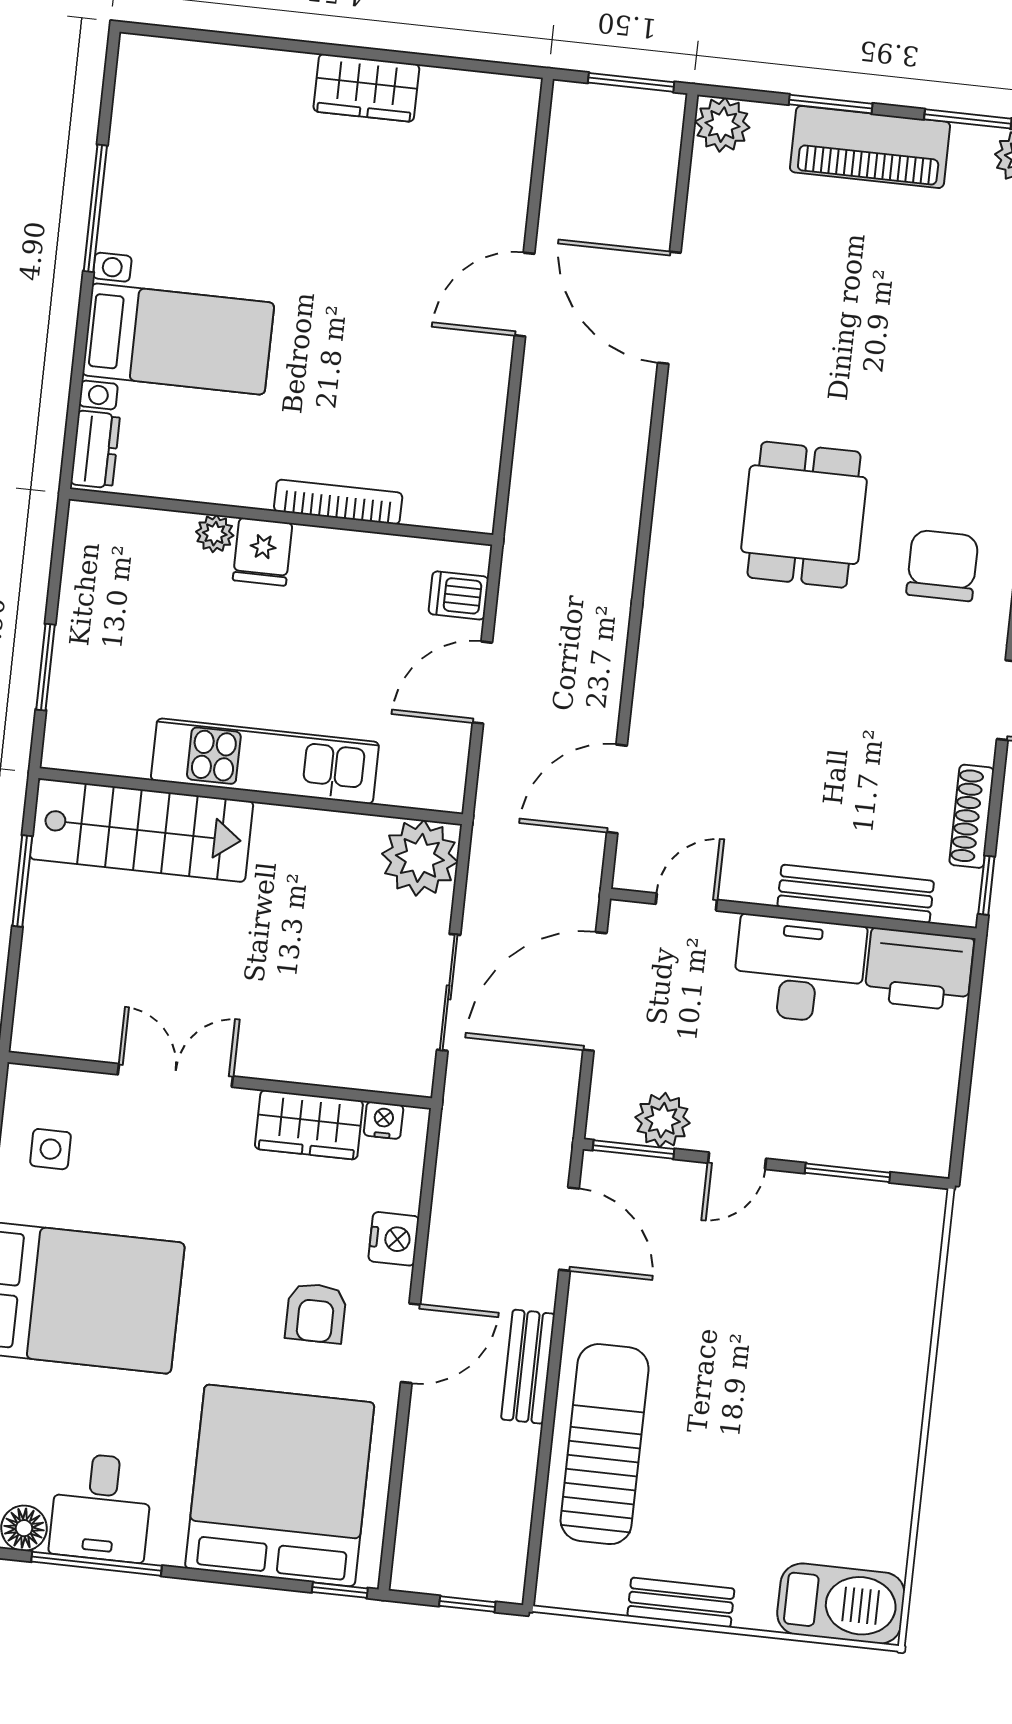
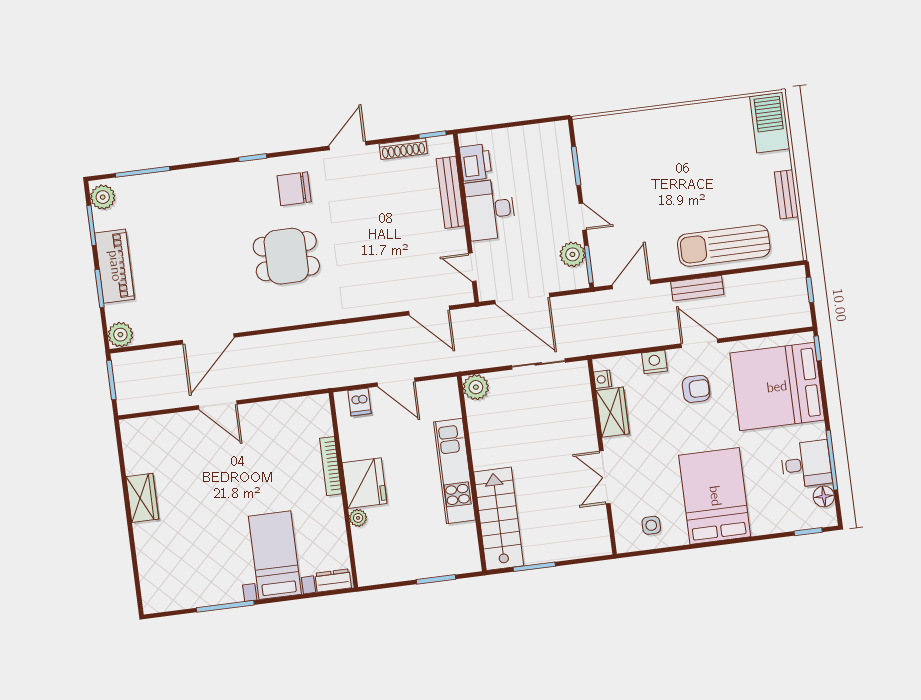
fridge: (263, 552) -> (365, 483), width x1.88, depth x1.34
plant: (420, 858) -> (476, 387), width x0.73, depth x0.73
printer: (919, 969) -> (476, 163), width x0.73, depth x0.84

